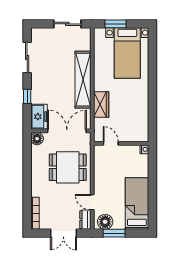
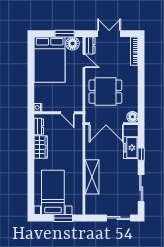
sliding door: (67, 24) -> (119, 218), moved
shelving: (83, 80) -> (92, 177), width x0.68
wardrobe: (101, 104) -> (41, 147), moved, turned 180
freezer: (39, 117) -> (131, 148), moved
dresser: (143, 128) -> (39, 127), added
bed: (137, 204) -> (50, 60), width x1.50

